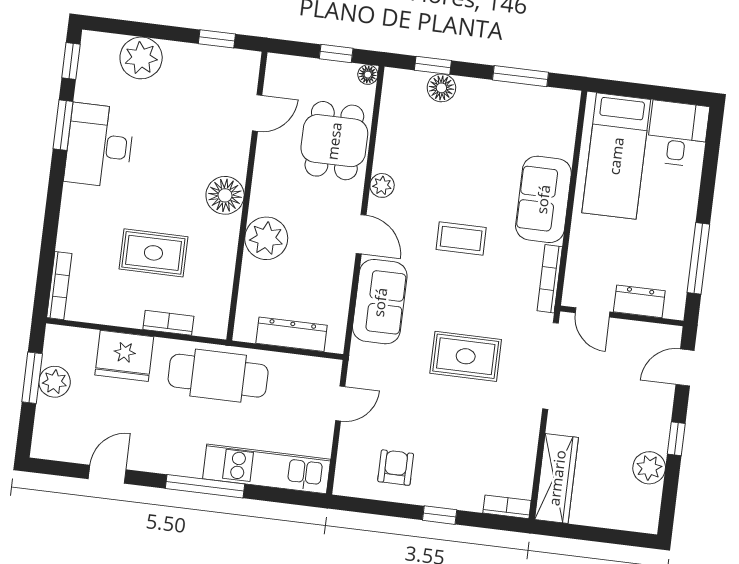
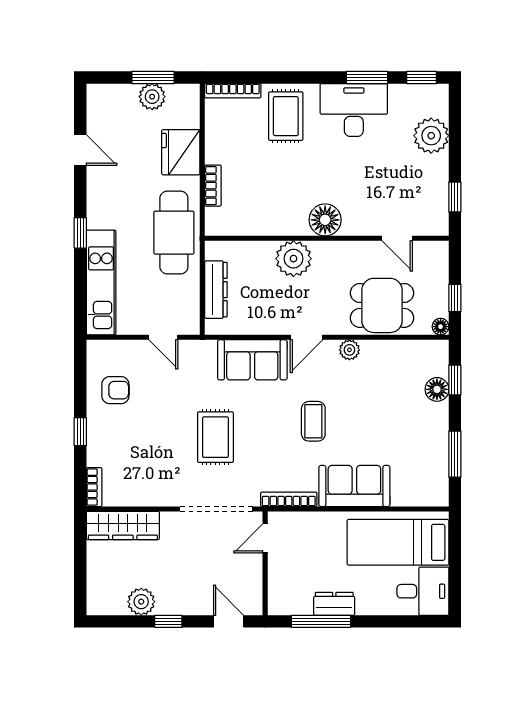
rug: (153, 253) -> (286, 116), moved
dresser: (639, 301) -> (334, 604), moved, turned -90
window: (205, 486) -> (80, 233), width x0.46

